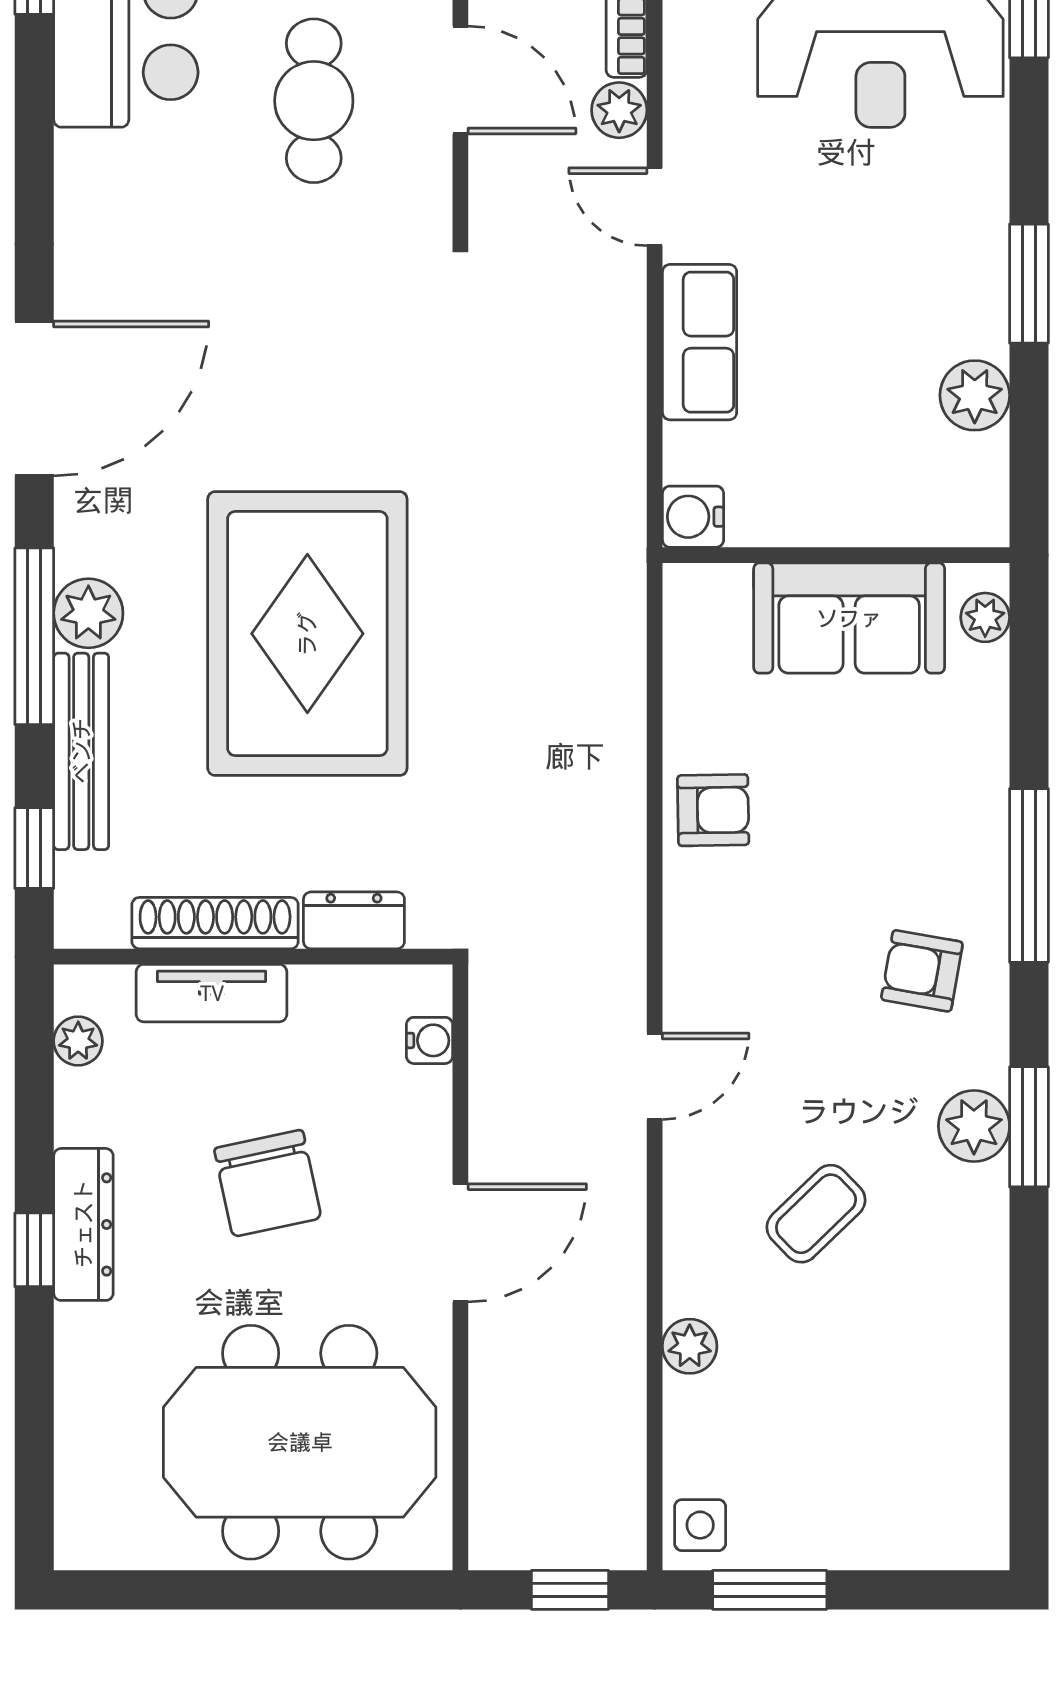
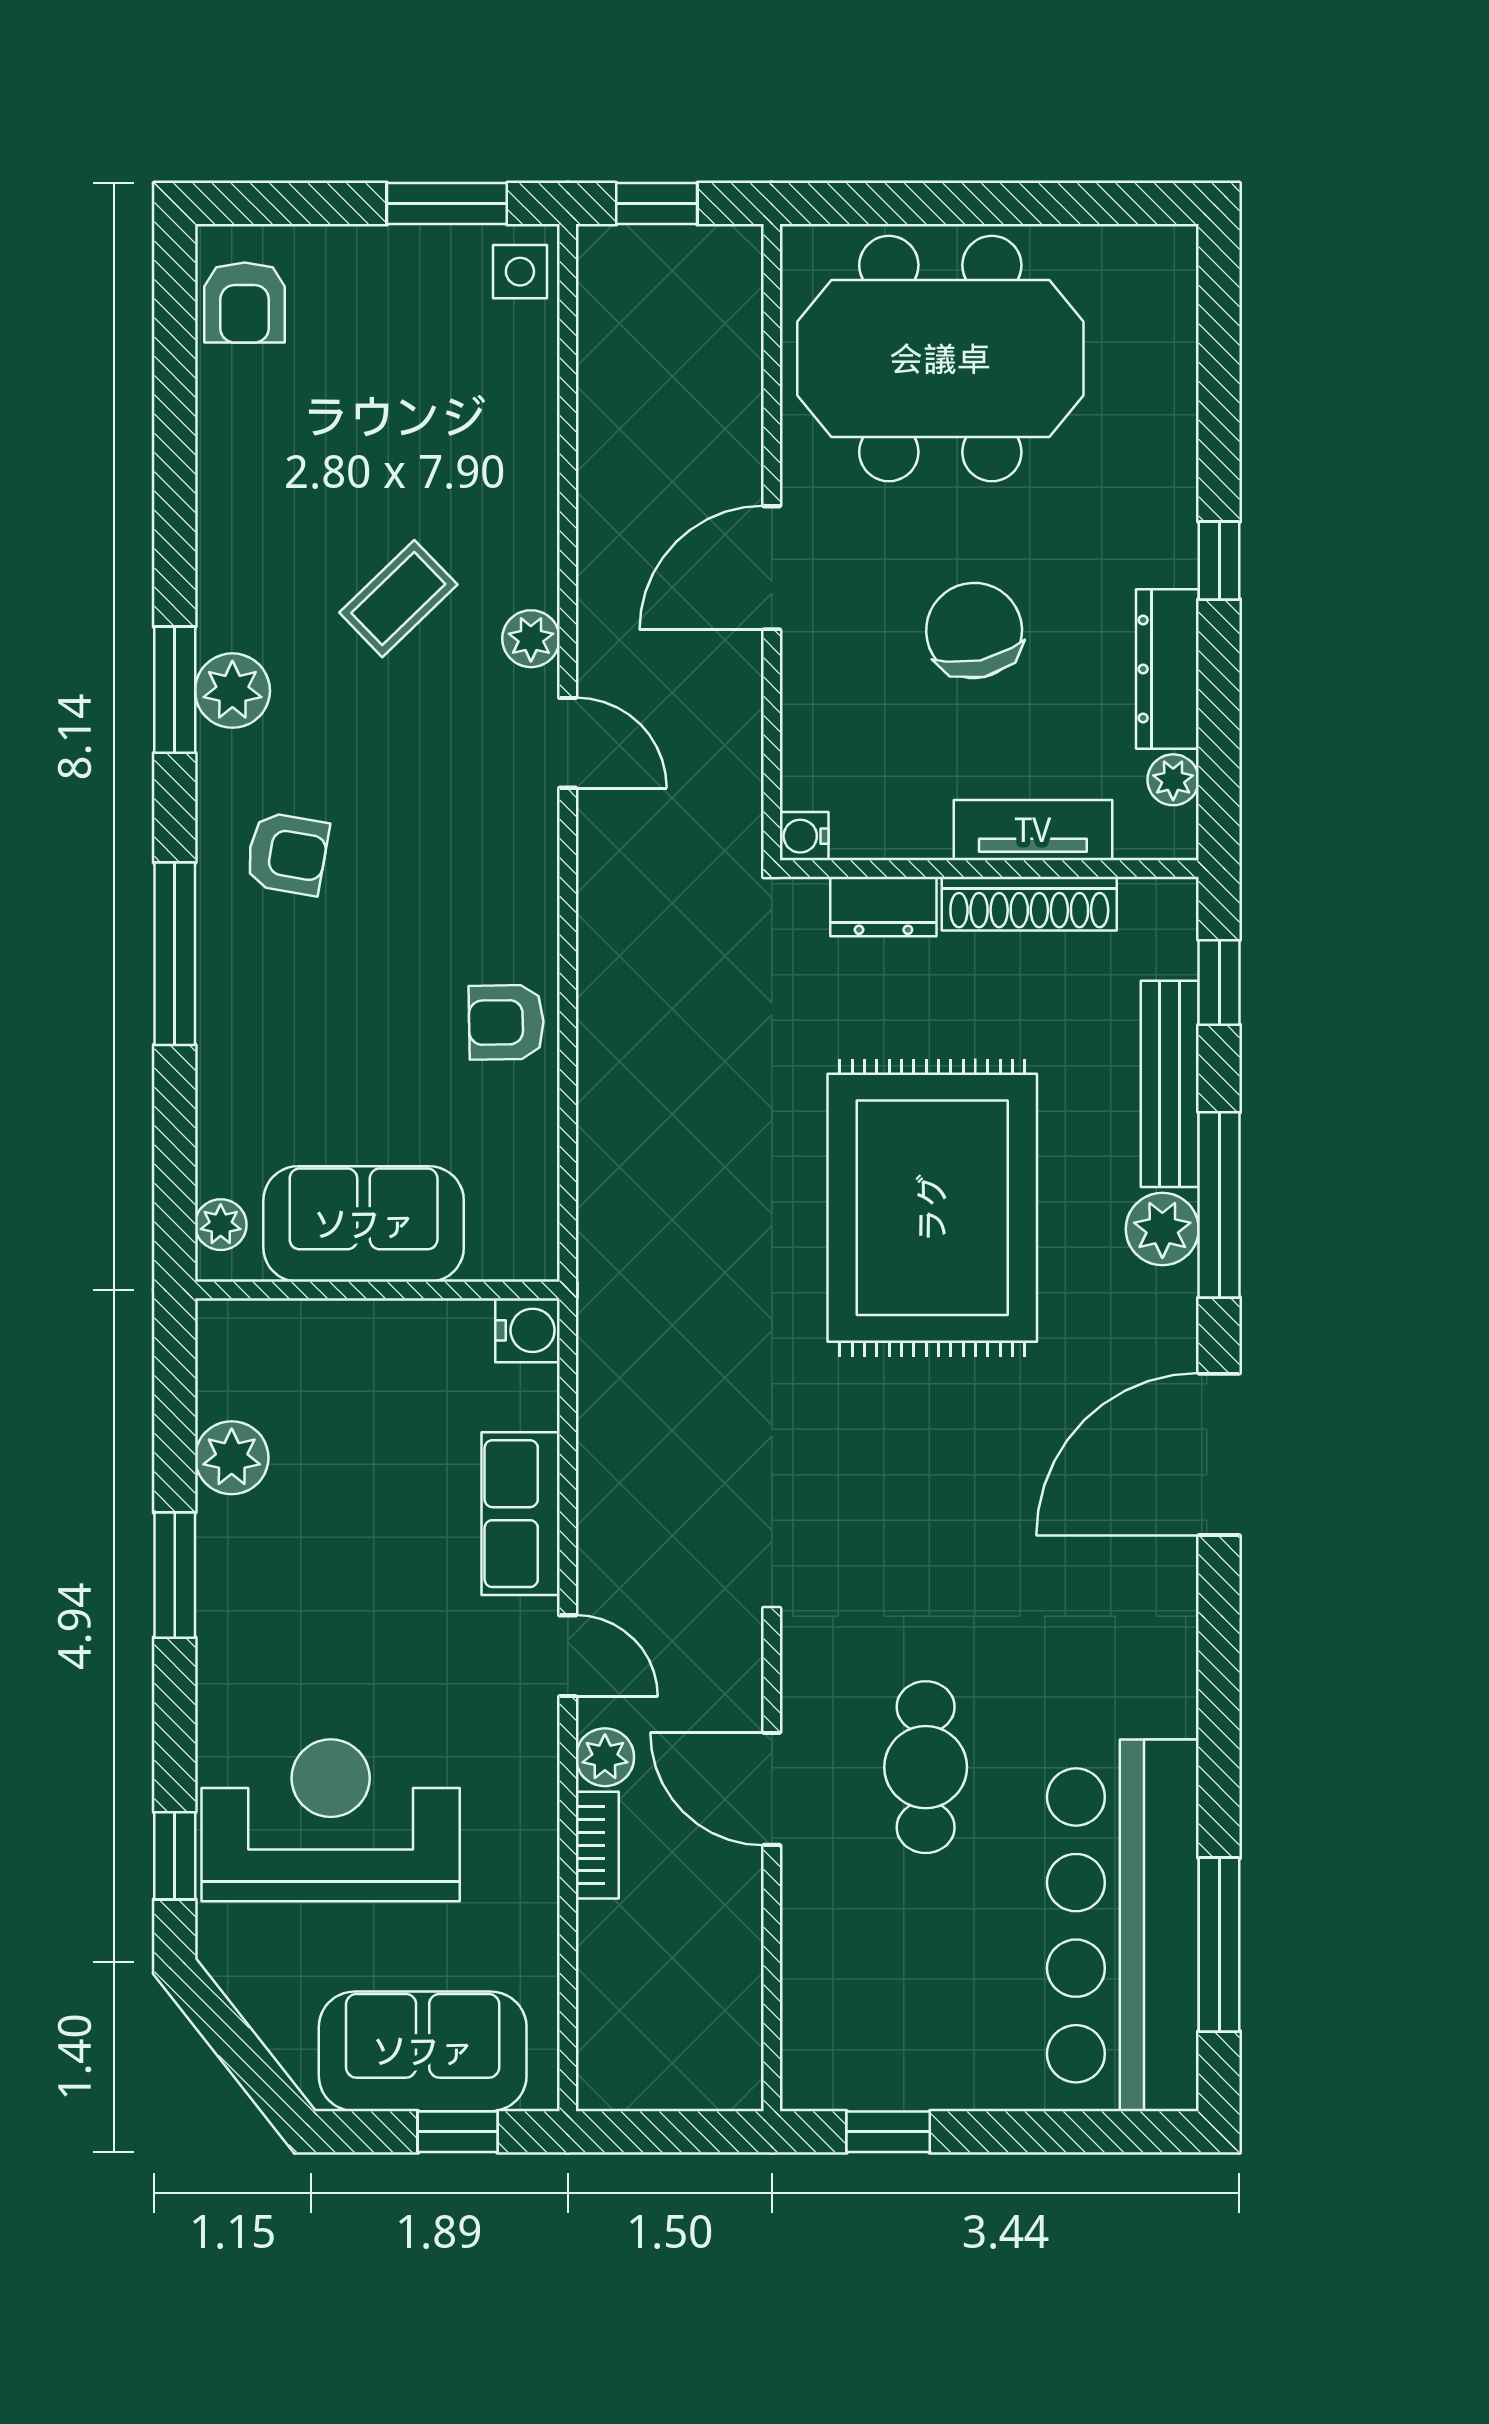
water cooler: (429, 1040) -> (804, 836), moved
door: (655, 1076) -> (568, 743), swing flipped
dresser: (83, 1224) -> (1167, 669), moved
plant: (690, 1346) -> (531, 639), moved
armchair: (962, 1496) -> (245, 303), added

